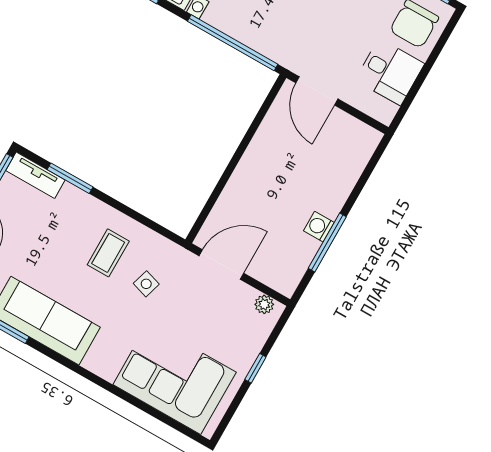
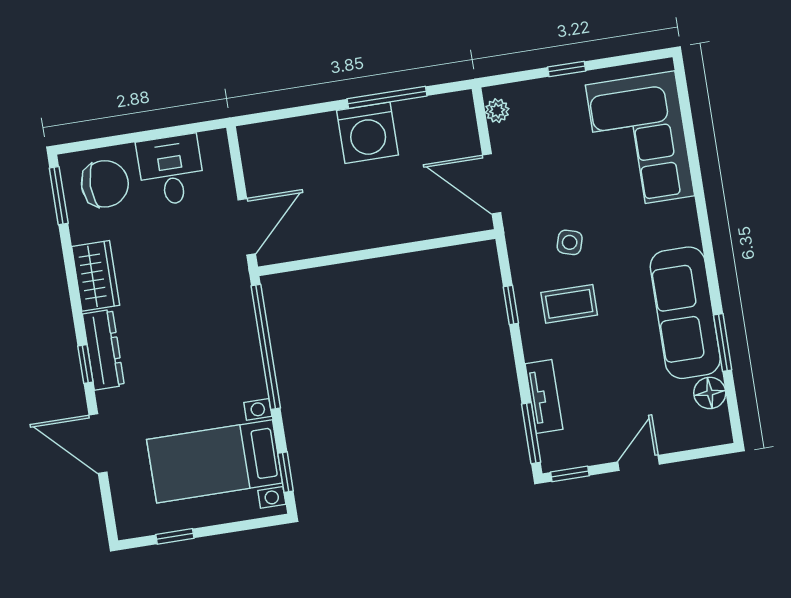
tv unit: (35, 175) -> (544, 397), moved
window: (70, 178) -> (531, 433), moved
window: (137, 216) -> (511, 305), added
washing machine: (319, 227) -> (367, 133), width x1.89, depth x1.89

